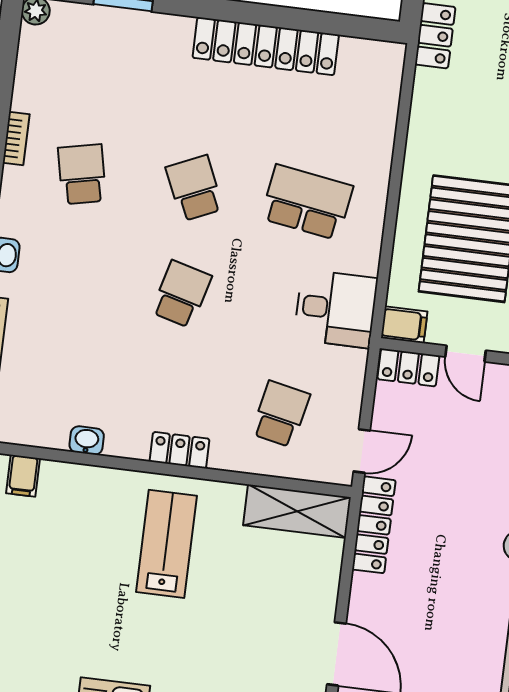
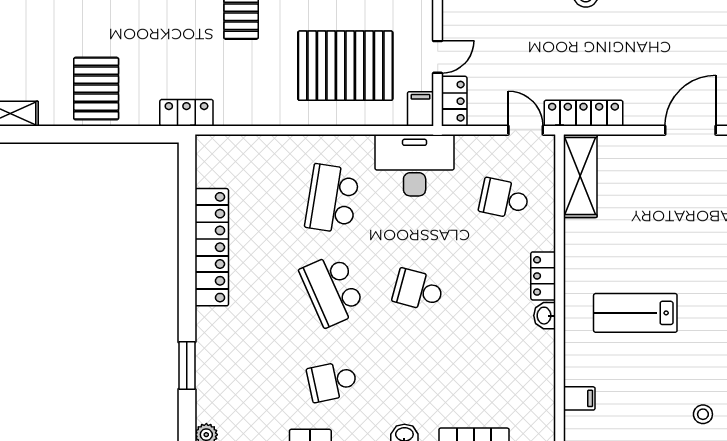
school desk: (194, 188) -> (332, 290), width x1.85
desk: (336, 309) -> (415, 165), width x1.37
washbasin: (87, 440) -> (545, 316), moved
lab bench: (166, 544) -> (635, 313), moved

